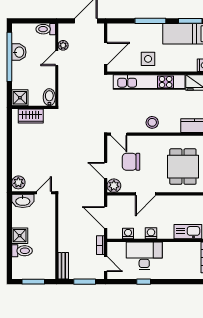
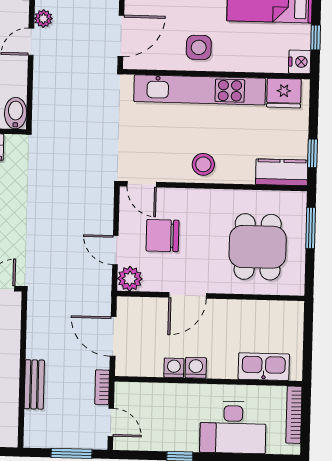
washing machine: (128, 234) -> (174, 368), moved
desk: (144, 256) -> (233, 427), moved, turned 180
bench: (63, 266) -> (34, 384), moved

